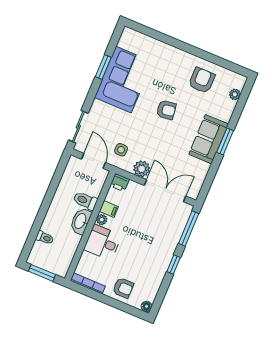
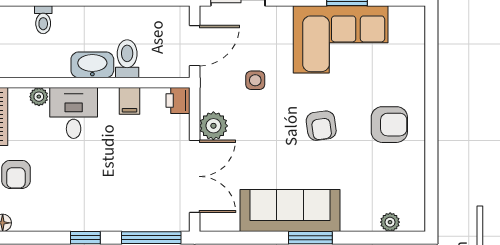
armchair: (202, 80) -> (389, 125), moved
sofa: (209, 139) -> (290, 210), width x1.36
side table: (121, 150) -> (255, 80), moved
plant: (102, 220) -> (39, 97), moved

